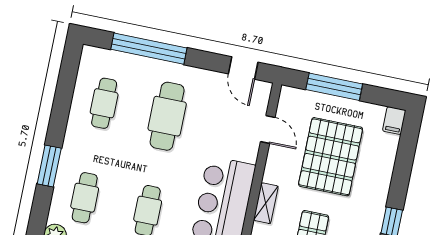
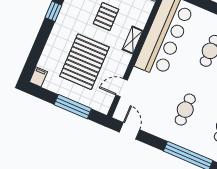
cafe table: (167, 116) -> (185, 110), width x0.73, depth x0.74
door: (268, 130) -> (122, 88), hinge flipped

